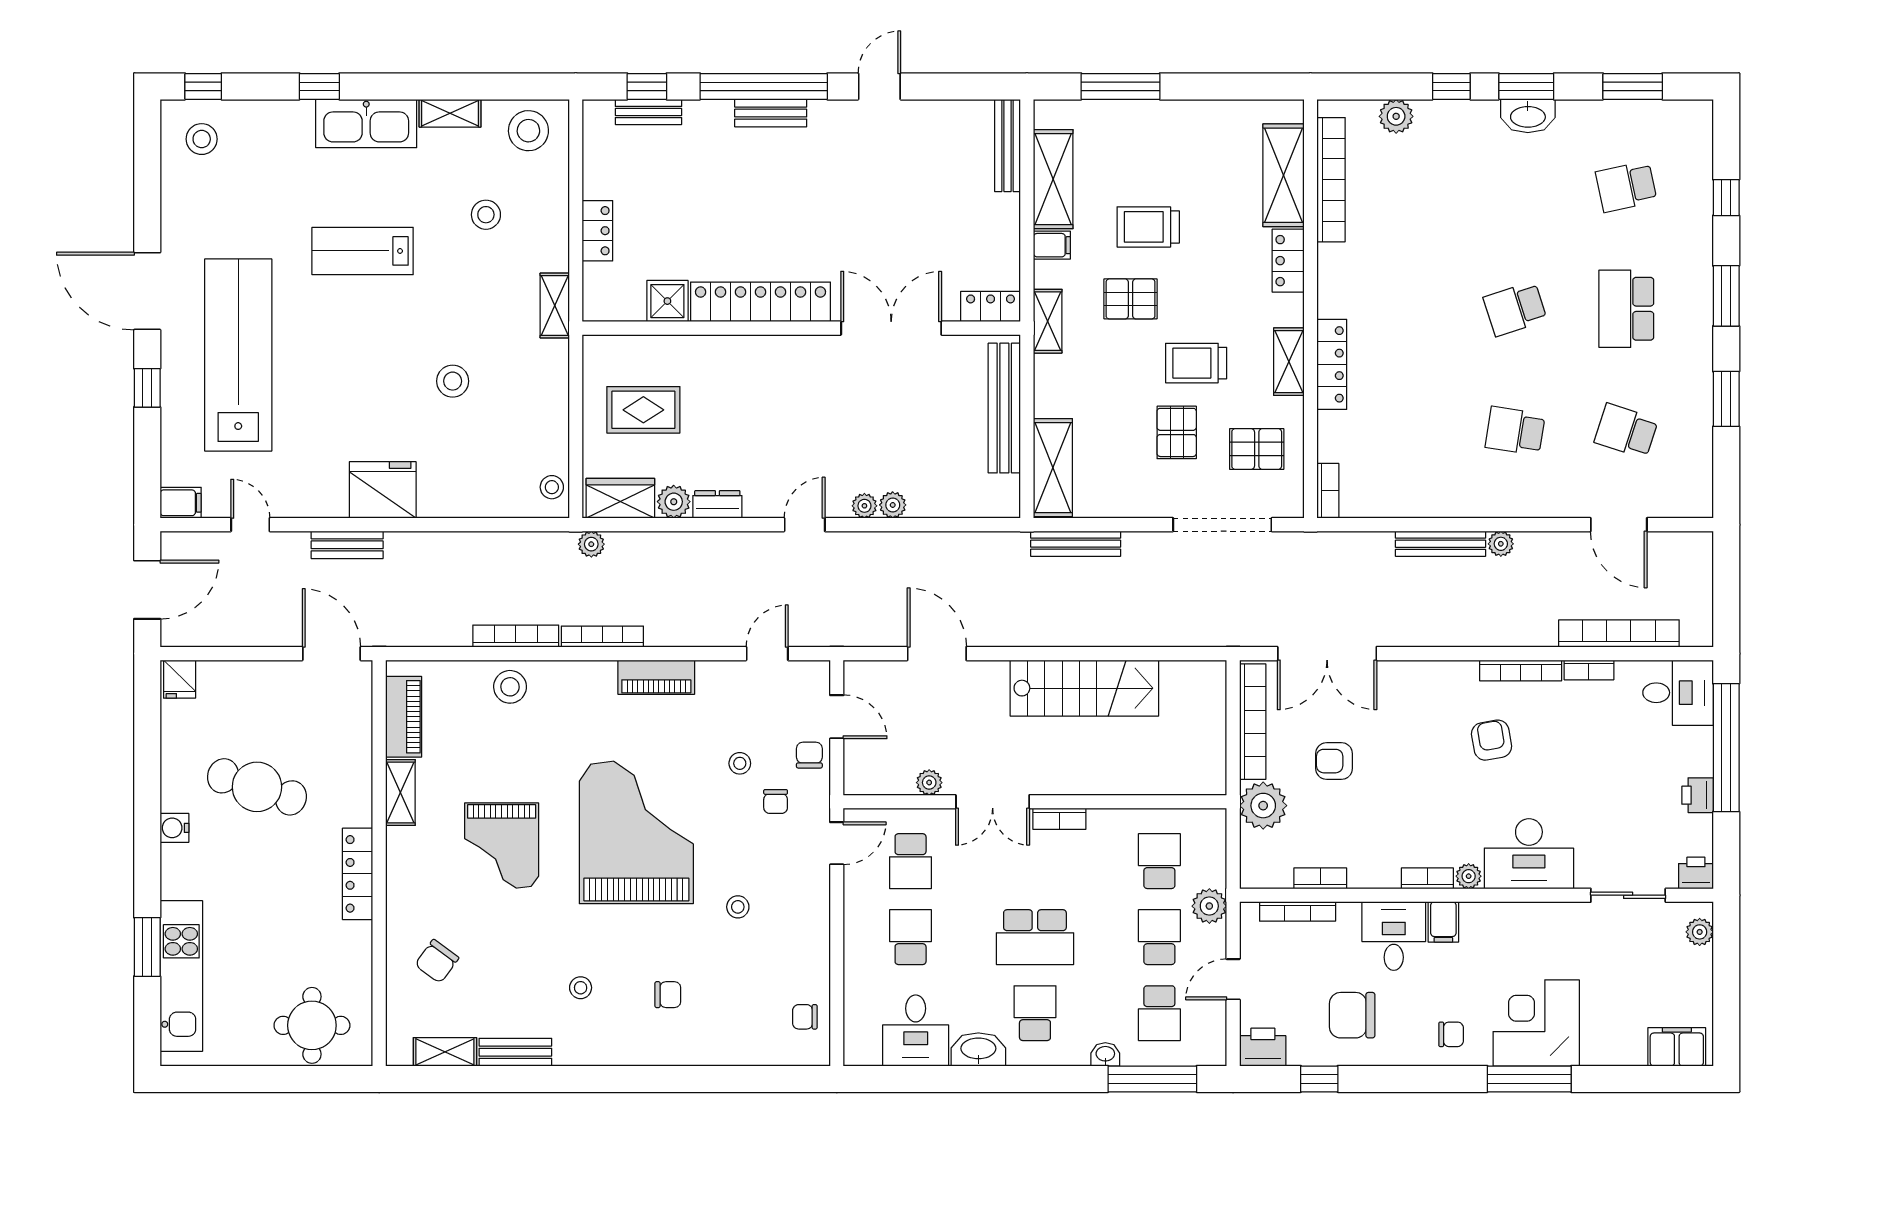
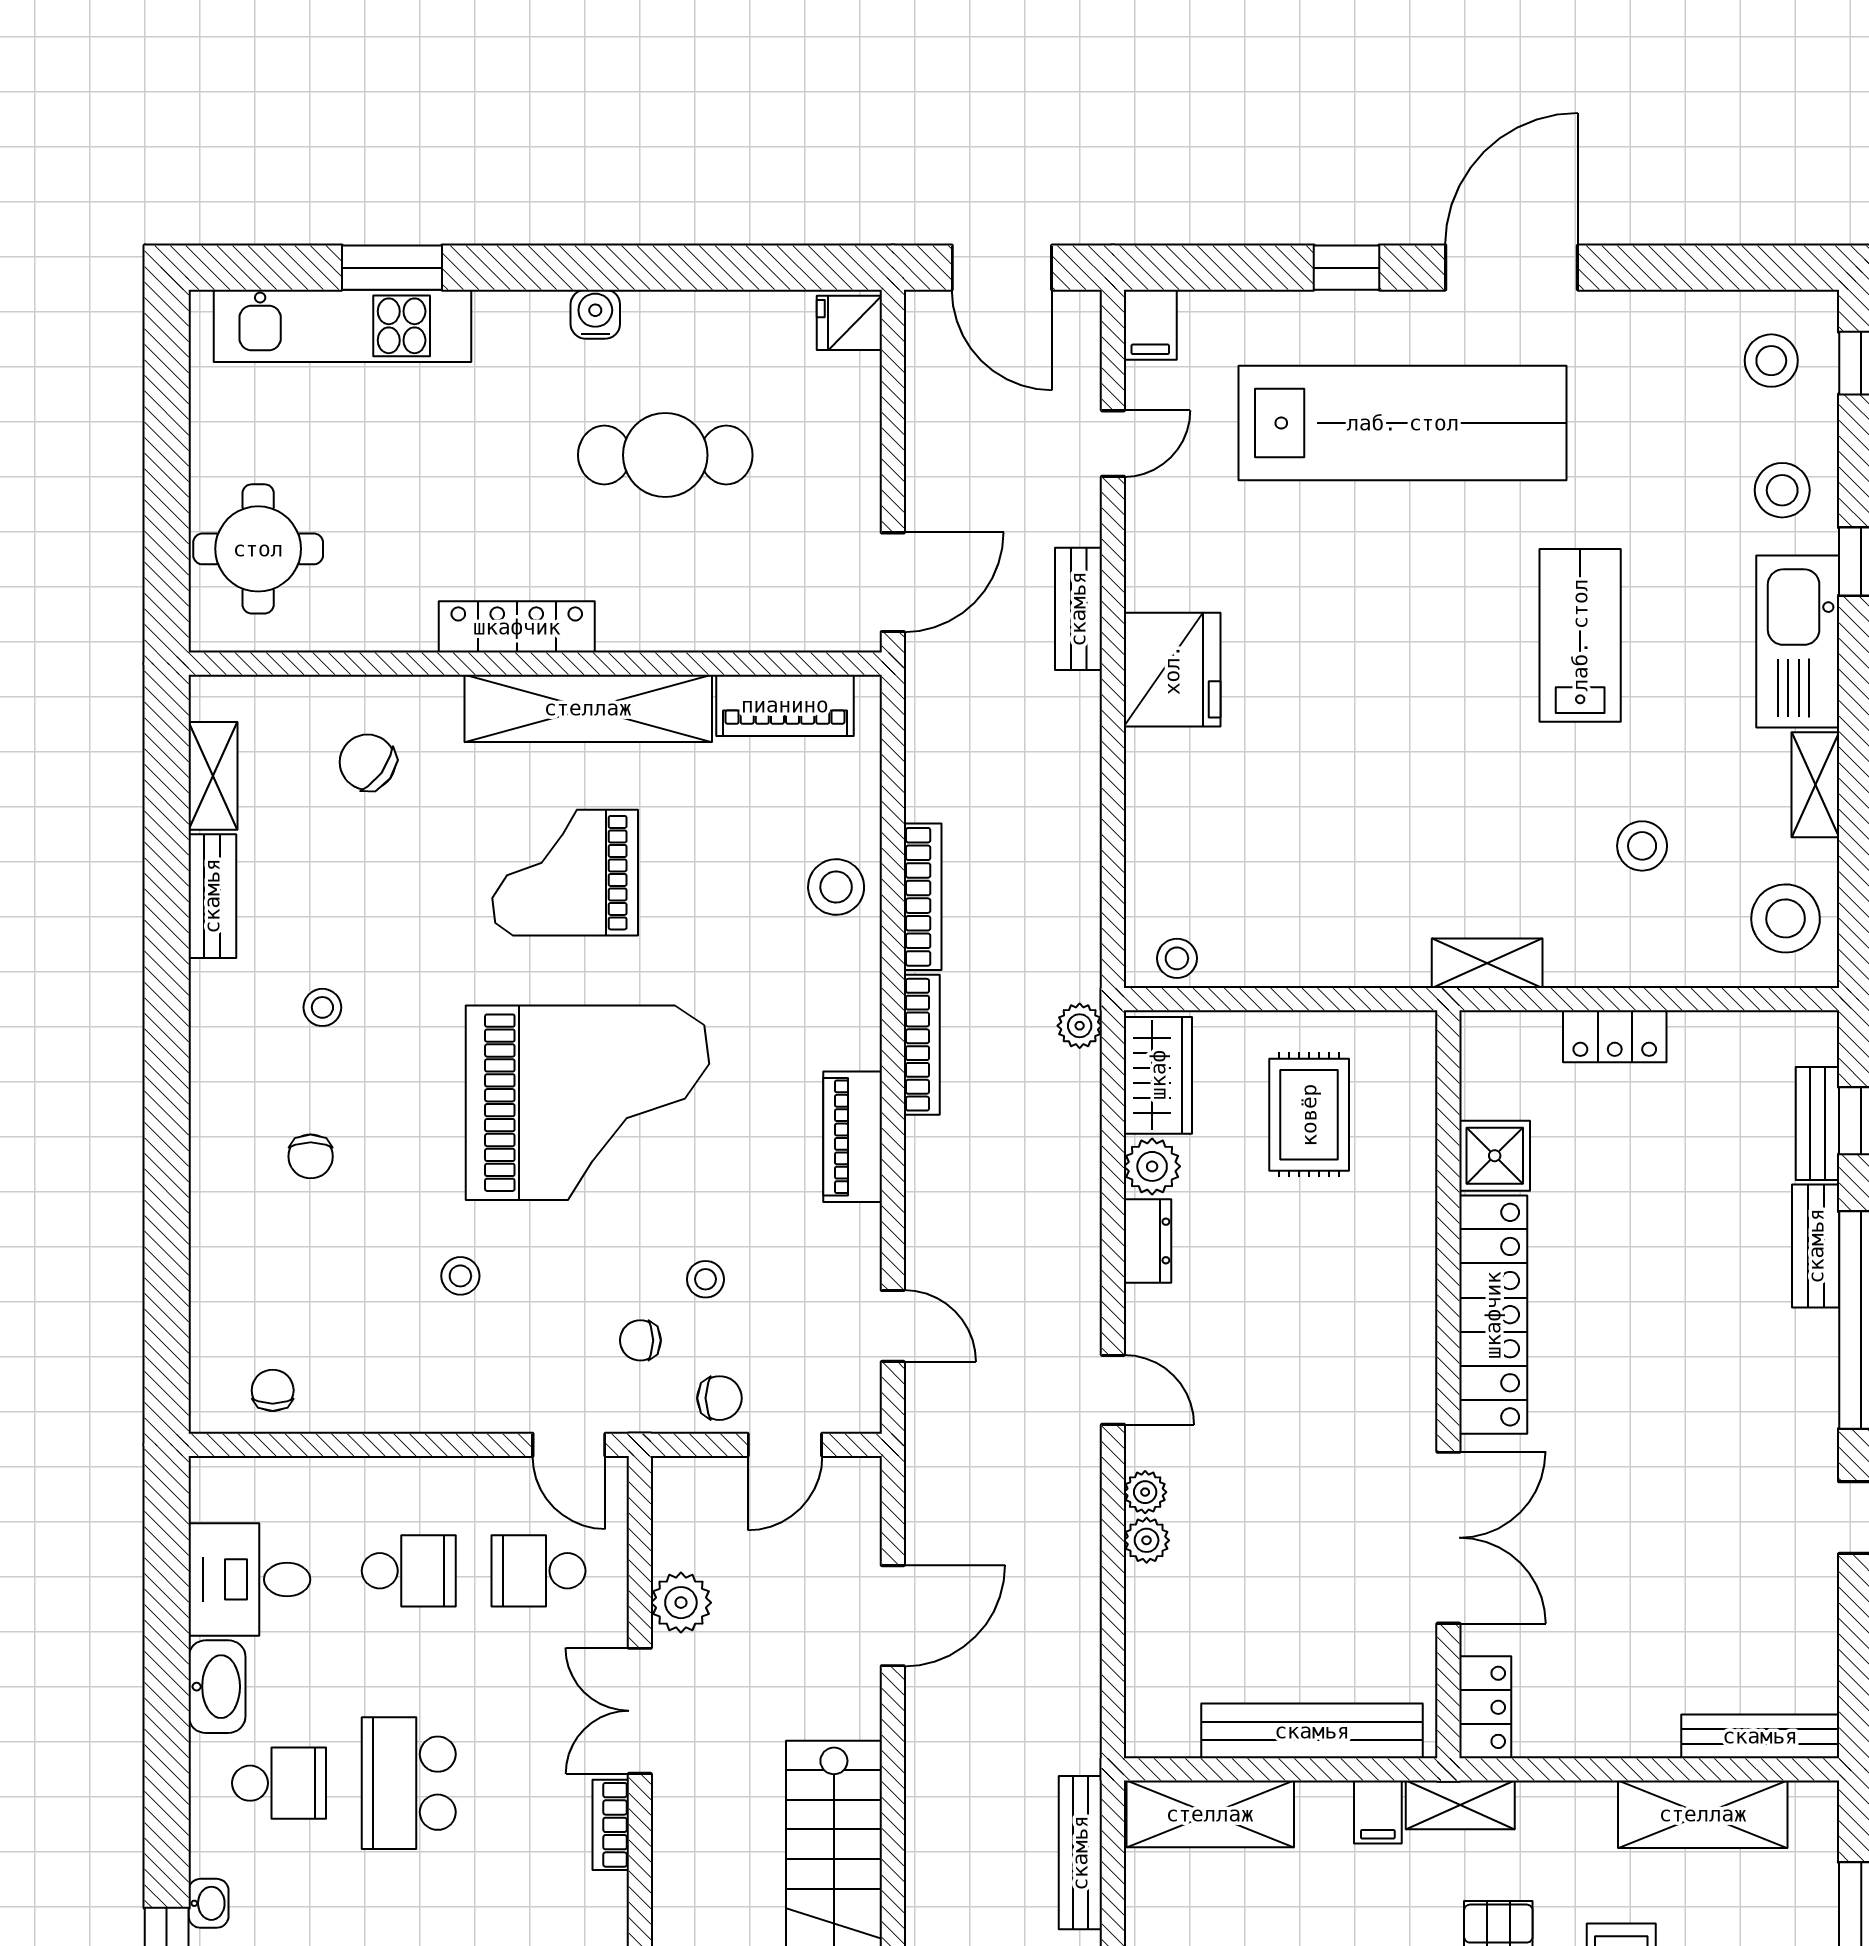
bench: (771, 113) -> (1816, 1246), moved
filing cabinet: (1052, 245) -> (1378, 1812), moved
stool: (453, 381) -> (1782, 490), moved
plant: (929, 783) -> (681, 1603), width x1.38, depth x1.38
cafe table: (257, 787) -> (665, 455), turned 72
shelving: (400, 792) -> (588, 708), width x2.20, depth x1.33

